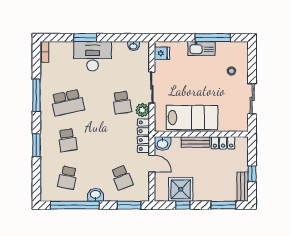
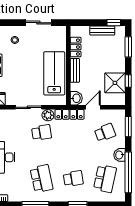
window: (252, 174) -> (114, 23), moved
school desk: (67, 178) -> (105, 179), width x1.85
bench: (243, 187) -> (102, 30), moved

